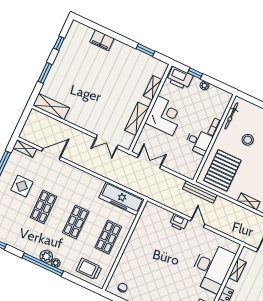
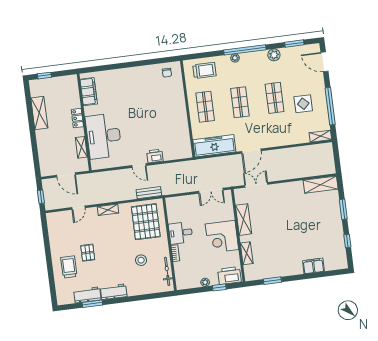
door: (51, 154) -> (251, 151), moved
bench: (200, 192) -> (149, 193), width x0.73
plant: (46, 256) -> (274, 55), moved

